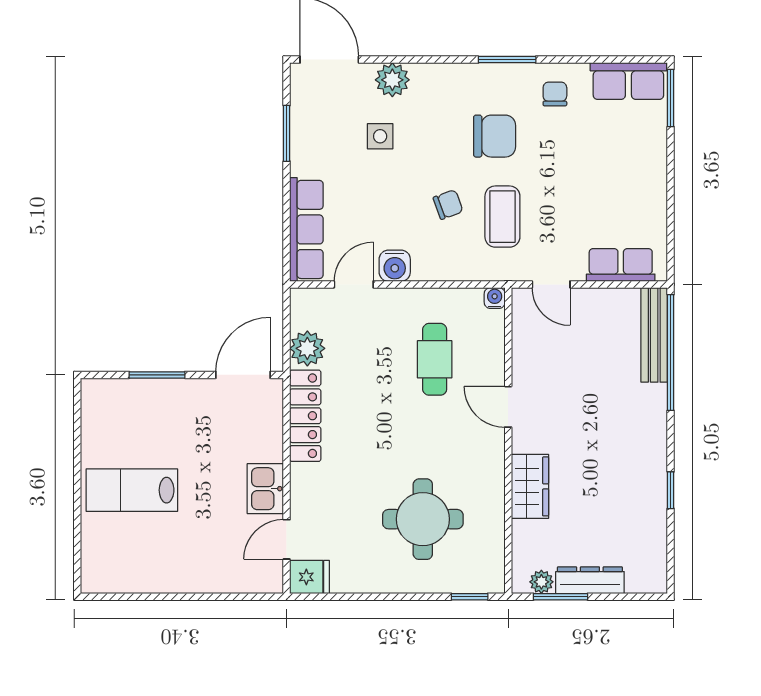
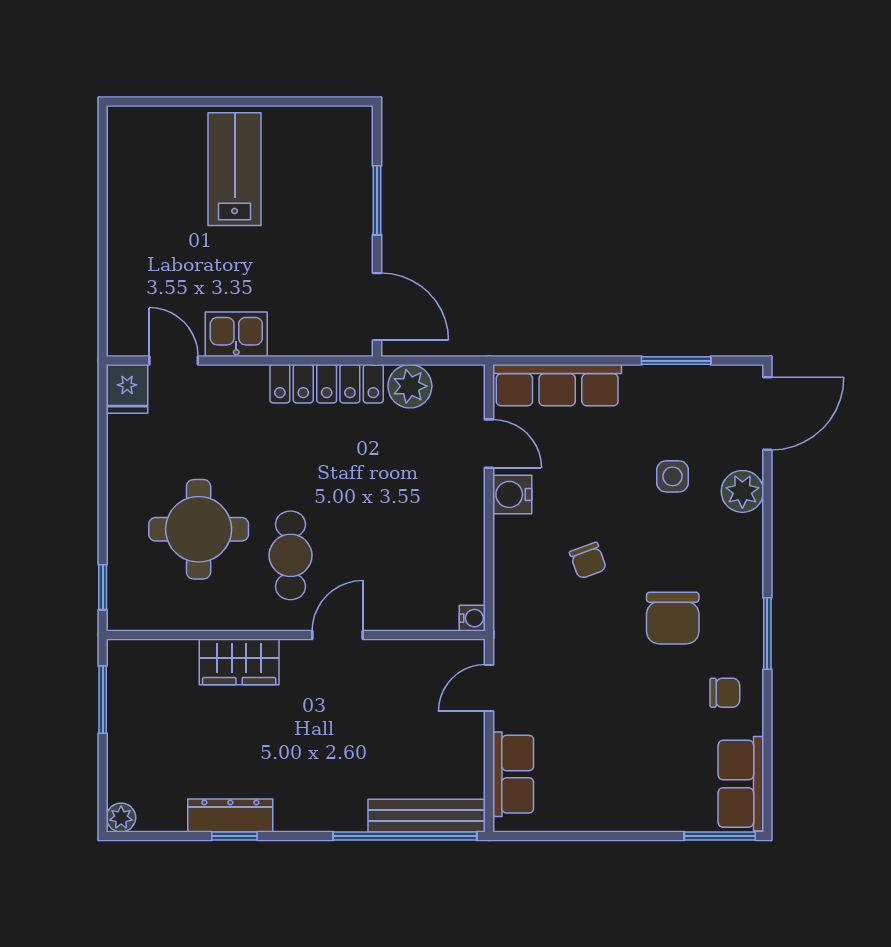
coffee table: (502, 217) -> (573, 628), removed
cafe table: (435, 359) -> (291, 555), moved, turned 90
dresser: (590, 580) -> (230, 815), moved, turned -90
plant: (541, 582) -> (121, 818), moved

